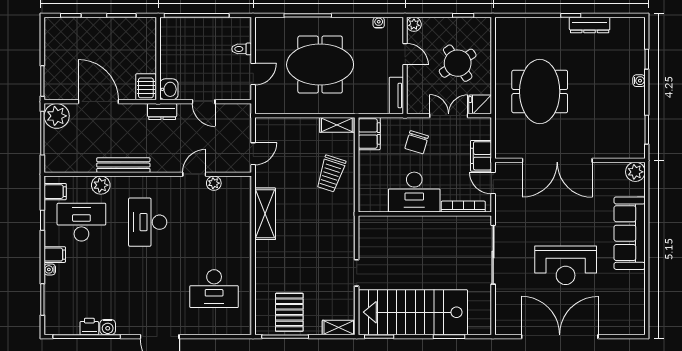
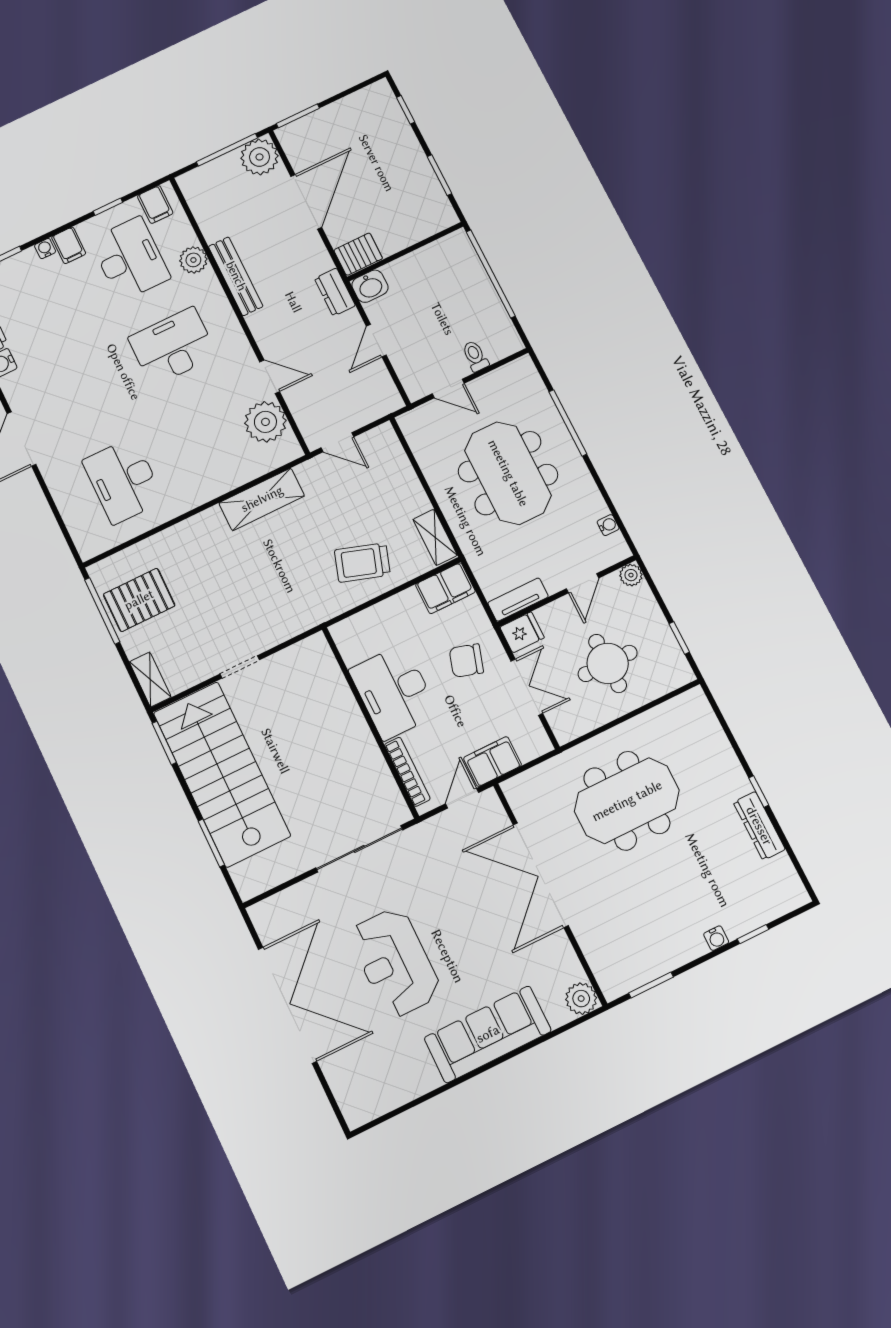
round table: (458, 63) -> (608, 663), turned 34
fridge: (480, 104) -> (522, 632), moved, turned 90
plant: (214, 183) -> (265, 422), width x1.87, depth x1.87

